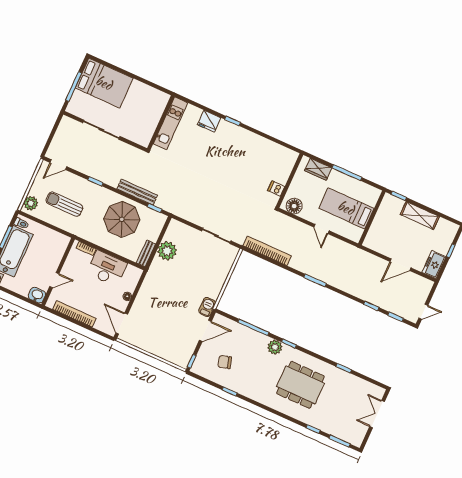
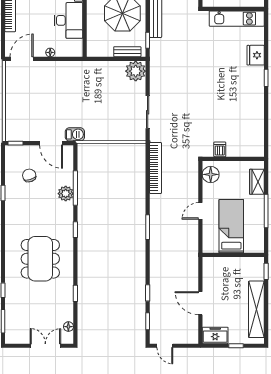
shelving: (420, 215) -> (256, 309), width x1.47
plant: (167, 251) -> (136, 71), moved
bench: (146, 253) -> (127, 52), moved
plant: (275, 347) -> (66, 194), moved
floor lamp: (370, 387) -> (68, 327), added

